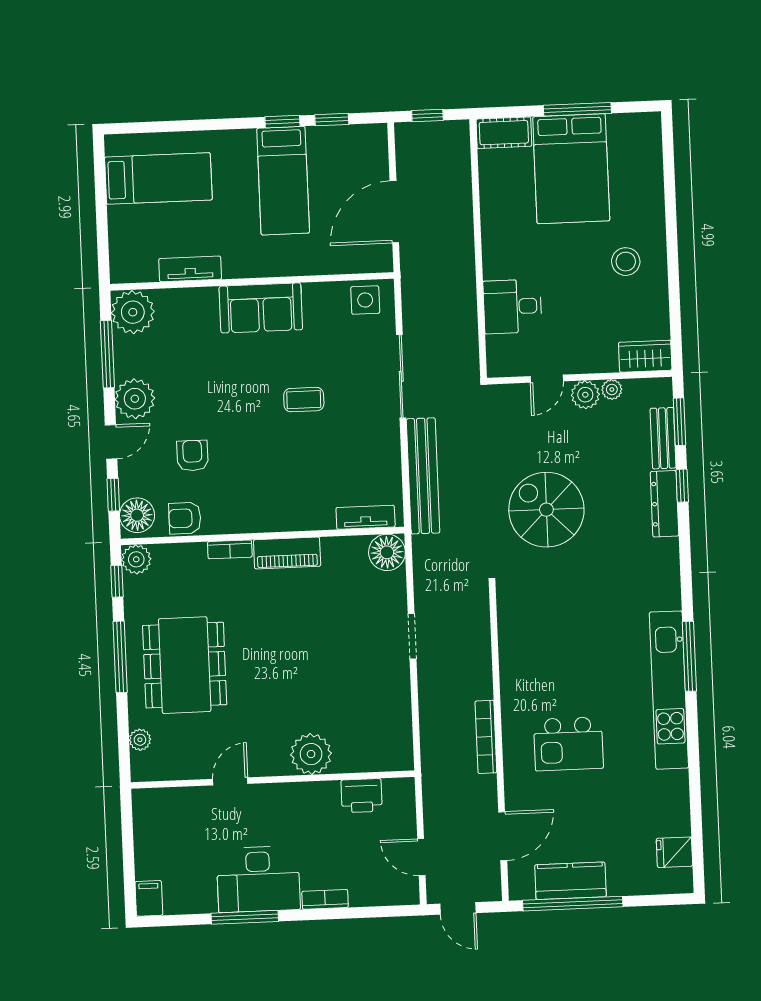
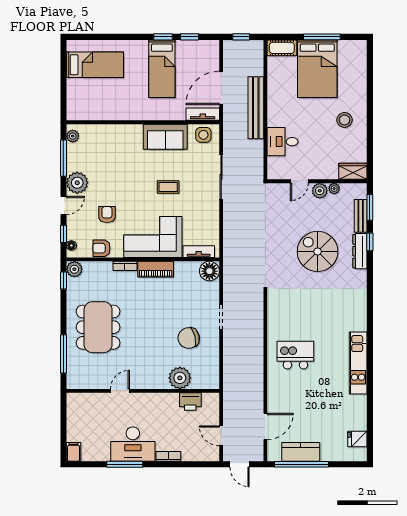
tv unit: (190, 269) -> (203, 114), moved
sofa: (261, 308) -> (165, 137), moved
plant: (133, 312) -> (73, 136), width x0.53, depth x0.53
bench: (423, 476) -> (256, 108), moved
corner sofa: (279, 494) -> (153, 237), added
spiral stairs: (546, 510) -> (318, 251), moved
floor lamp: (137, 515) -> (71, 245), width x0.53, depth x0.53
window: (689, 656) -> (370, 334), removed
window: (120, 657) -> (63, 354), moved
chair: (354, 678) -> (189, 338), added
kitchen unit: (669, 690) -> (358, 363), width x0.73
bookcase: (486, 737) -> (259, 373), removed
plant: (140, 740) -> (72, 366), removed
kitchen island: (568, 744) -> (295, 355), moved, turned 180
plant: (311, 754) -> (180, 378), moved

